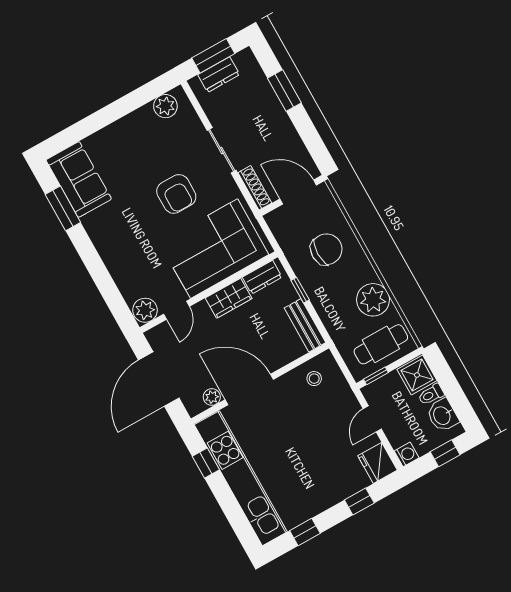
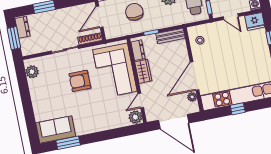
dresser: (219, 75) -> (22, 27), moved
armchair: (176, 194) -> (80, 81), turned 180
door: (176, 310) -> (141, 101), swing flipped
window: (206, 463) -> (238, 109), moved

